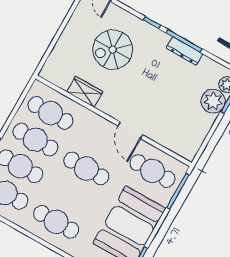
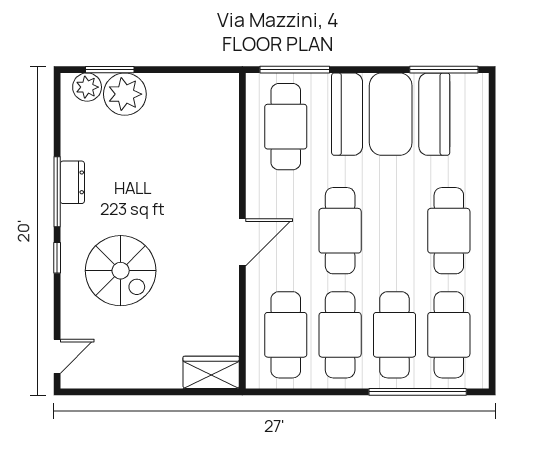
spiral stairs: (113, 50) -> (121, 271), moved
dresser: (184, 51) -> (72, 182), width x0.70
wardrobe: (85, 92) -> (211, 372), moved, turned 90
door: (130, 130) -> (242, 242), moved

